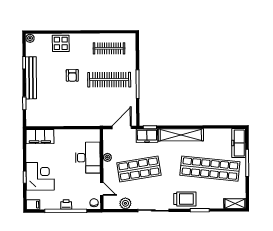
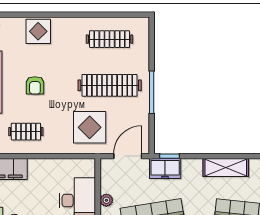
armchair: (72, 75) -> (35, 85), moved
display table: (96, 108) -> (90, 127), added
clothes rail: (53, 111) -> (26, 132), added
shelving: (181, 135) -> (226, 167), width x0.68

